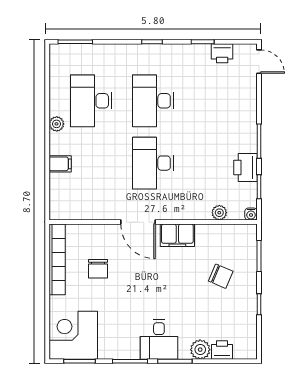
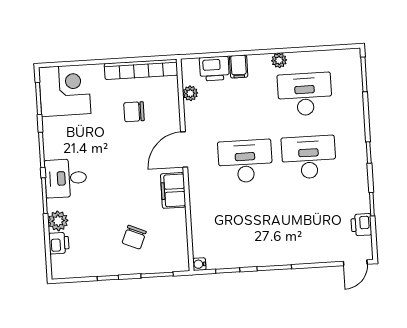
printer: (245, 168) -> (214, 69), moved, turned 180
plant: (219, 213) -> (190, 93), moved

